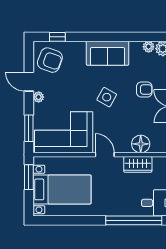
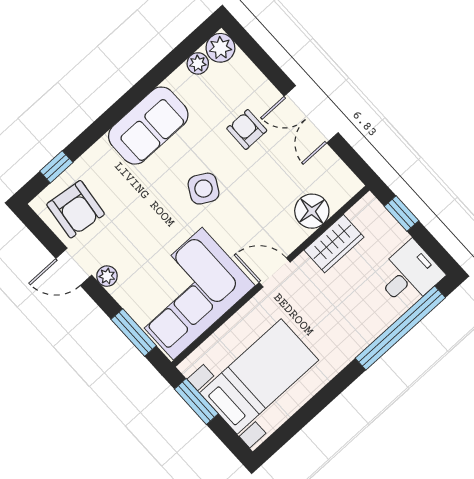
armchair: (50, 60) -> (76, 209), turned 77
armchair: (144, 89) -> (247, 129), turned -90

